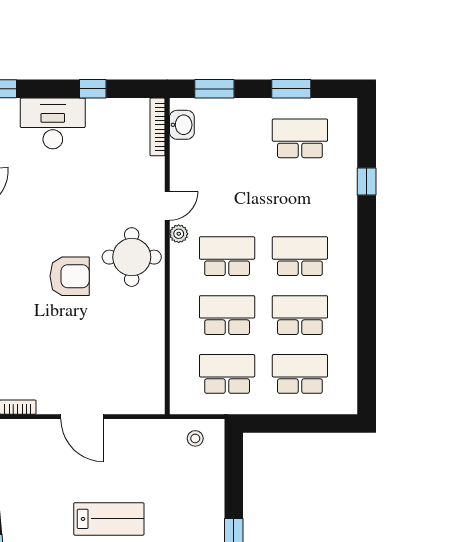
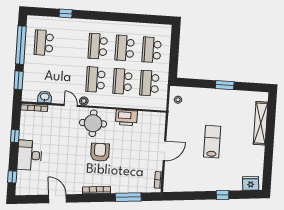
window: (291, 89) -> (21, 45), width x2.11
washbasin: (182, 125) -> (45, 97), moved
printer: (148, 329) -> (126, 118), added

